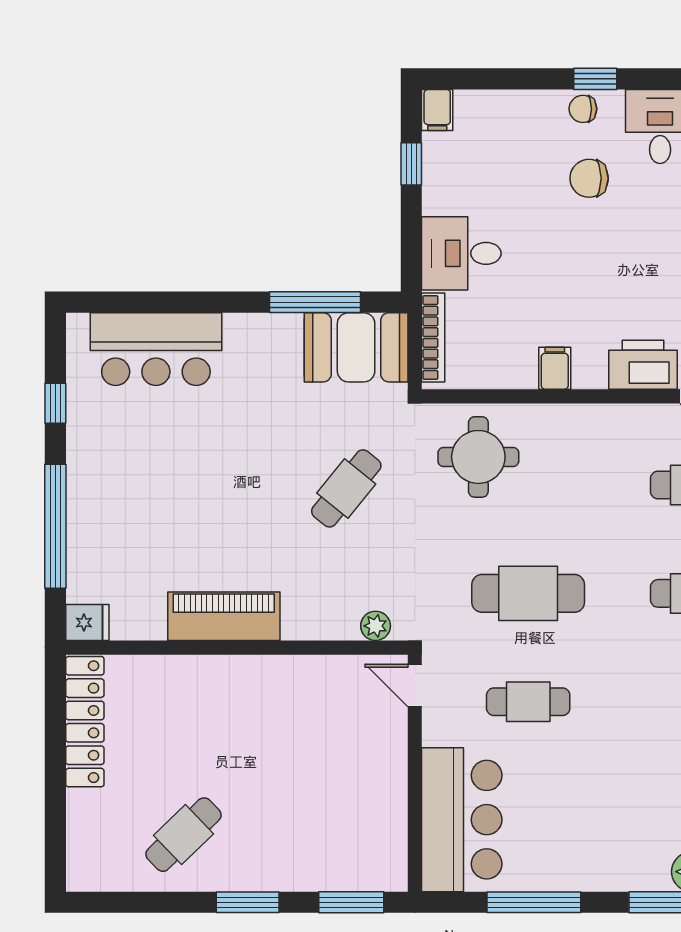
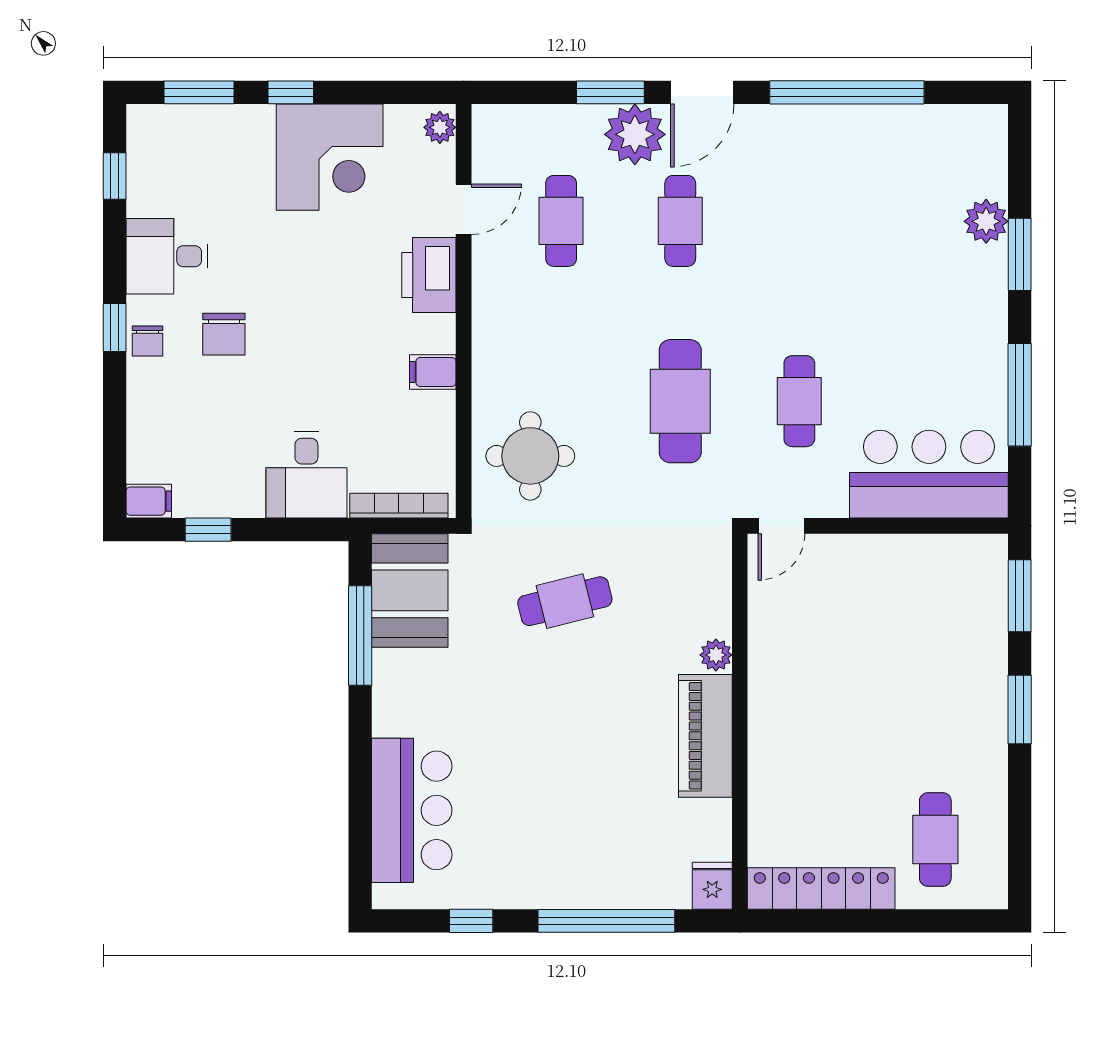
cafe table: (346, 488) -> (565, 601), turned -53
plant: (376, 626) -> (716, 655), moved
cafe table: (183, 835) -> (935, 840), moved, turned 44

